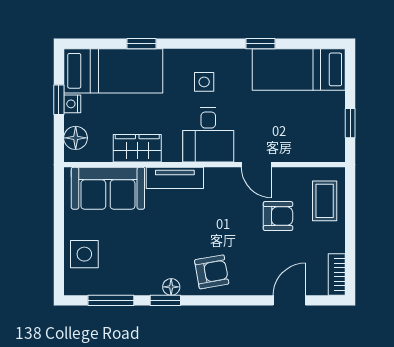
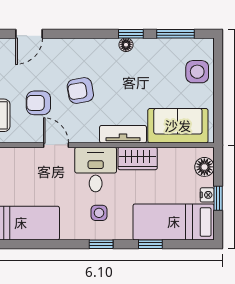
window: (260, 44) -> (101, 244), moved
wardrobe: (137, 148) -> (138, 158), moved
armchair: (212, 272) -> (80, 90), moved

